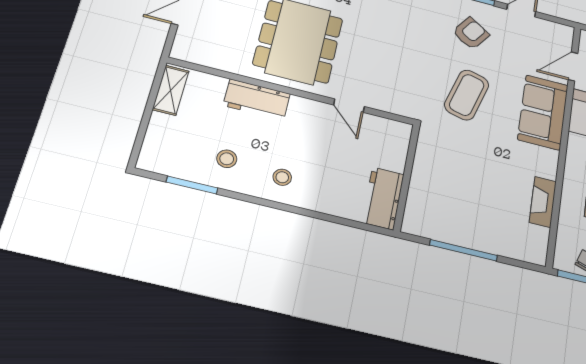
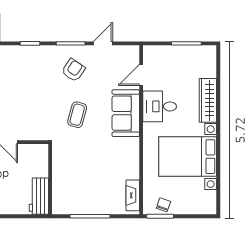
coffee table: (467, 95) -> (77, 115), width x0.73, depth x0.77
fireplace: (543, 202) -> (133, 195), moved

